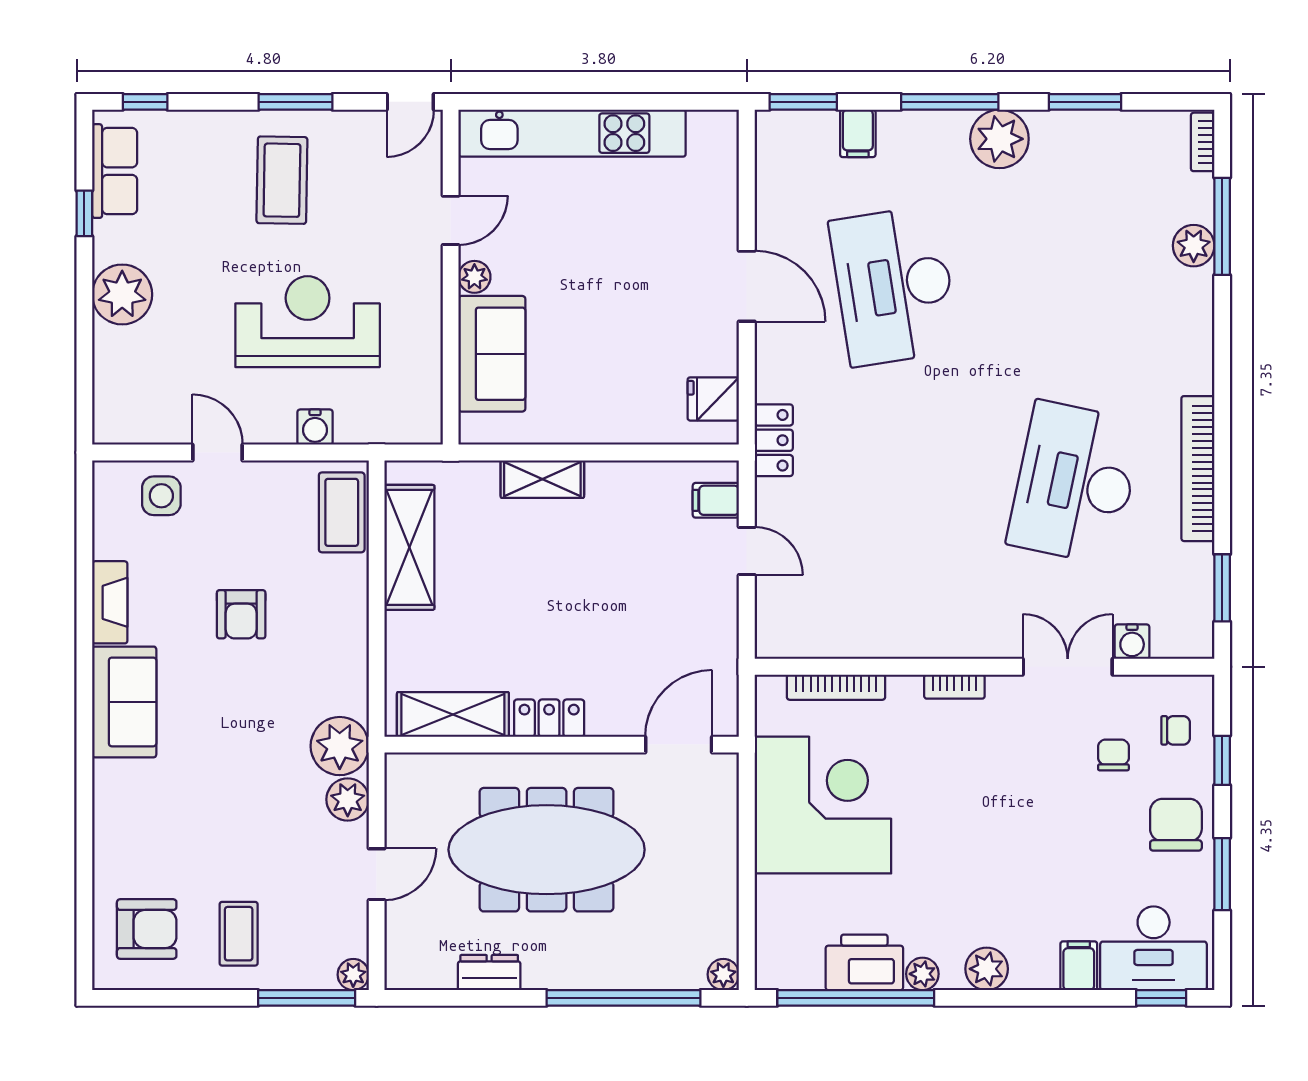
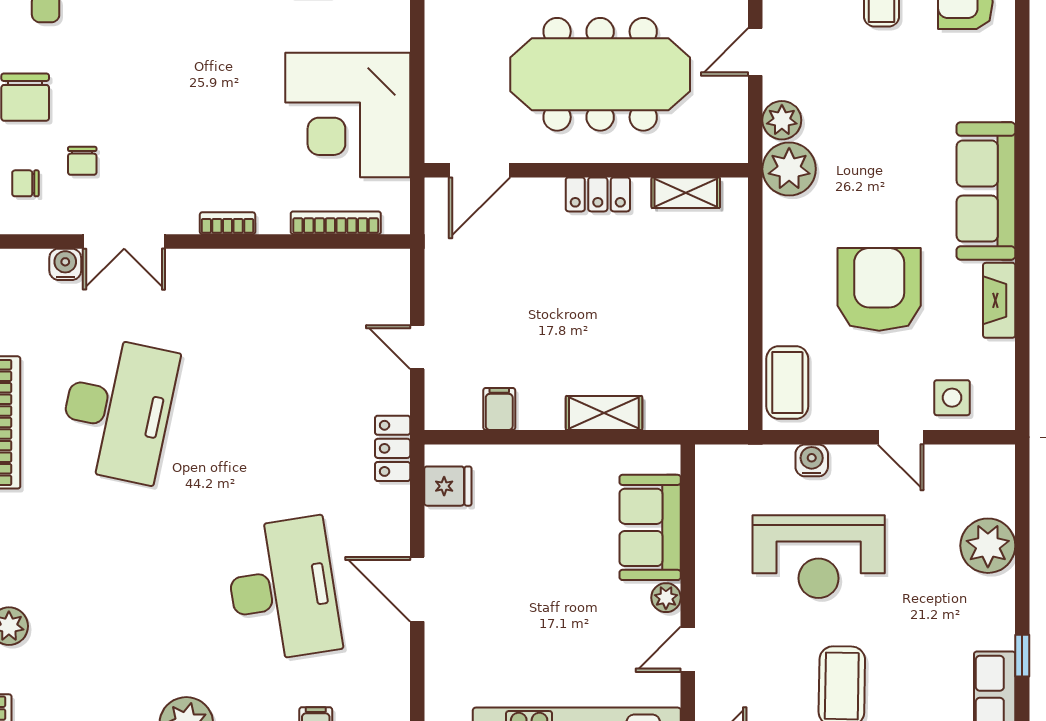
plant: (122, 294) -> (988, 546), moved
filing cabinet: (716, 500) -> (499, 409), moved, turned -90
shelving: (409, 547) -> (725, 350), removed
armchair: (241, 614) -> (879, 289), width x1.88, depth x1.88
sofa: (124, 702) -> (986, 191), width x1.36
shelving: (453, 714) -> (686, 193), width x0.67, depth x0.75

